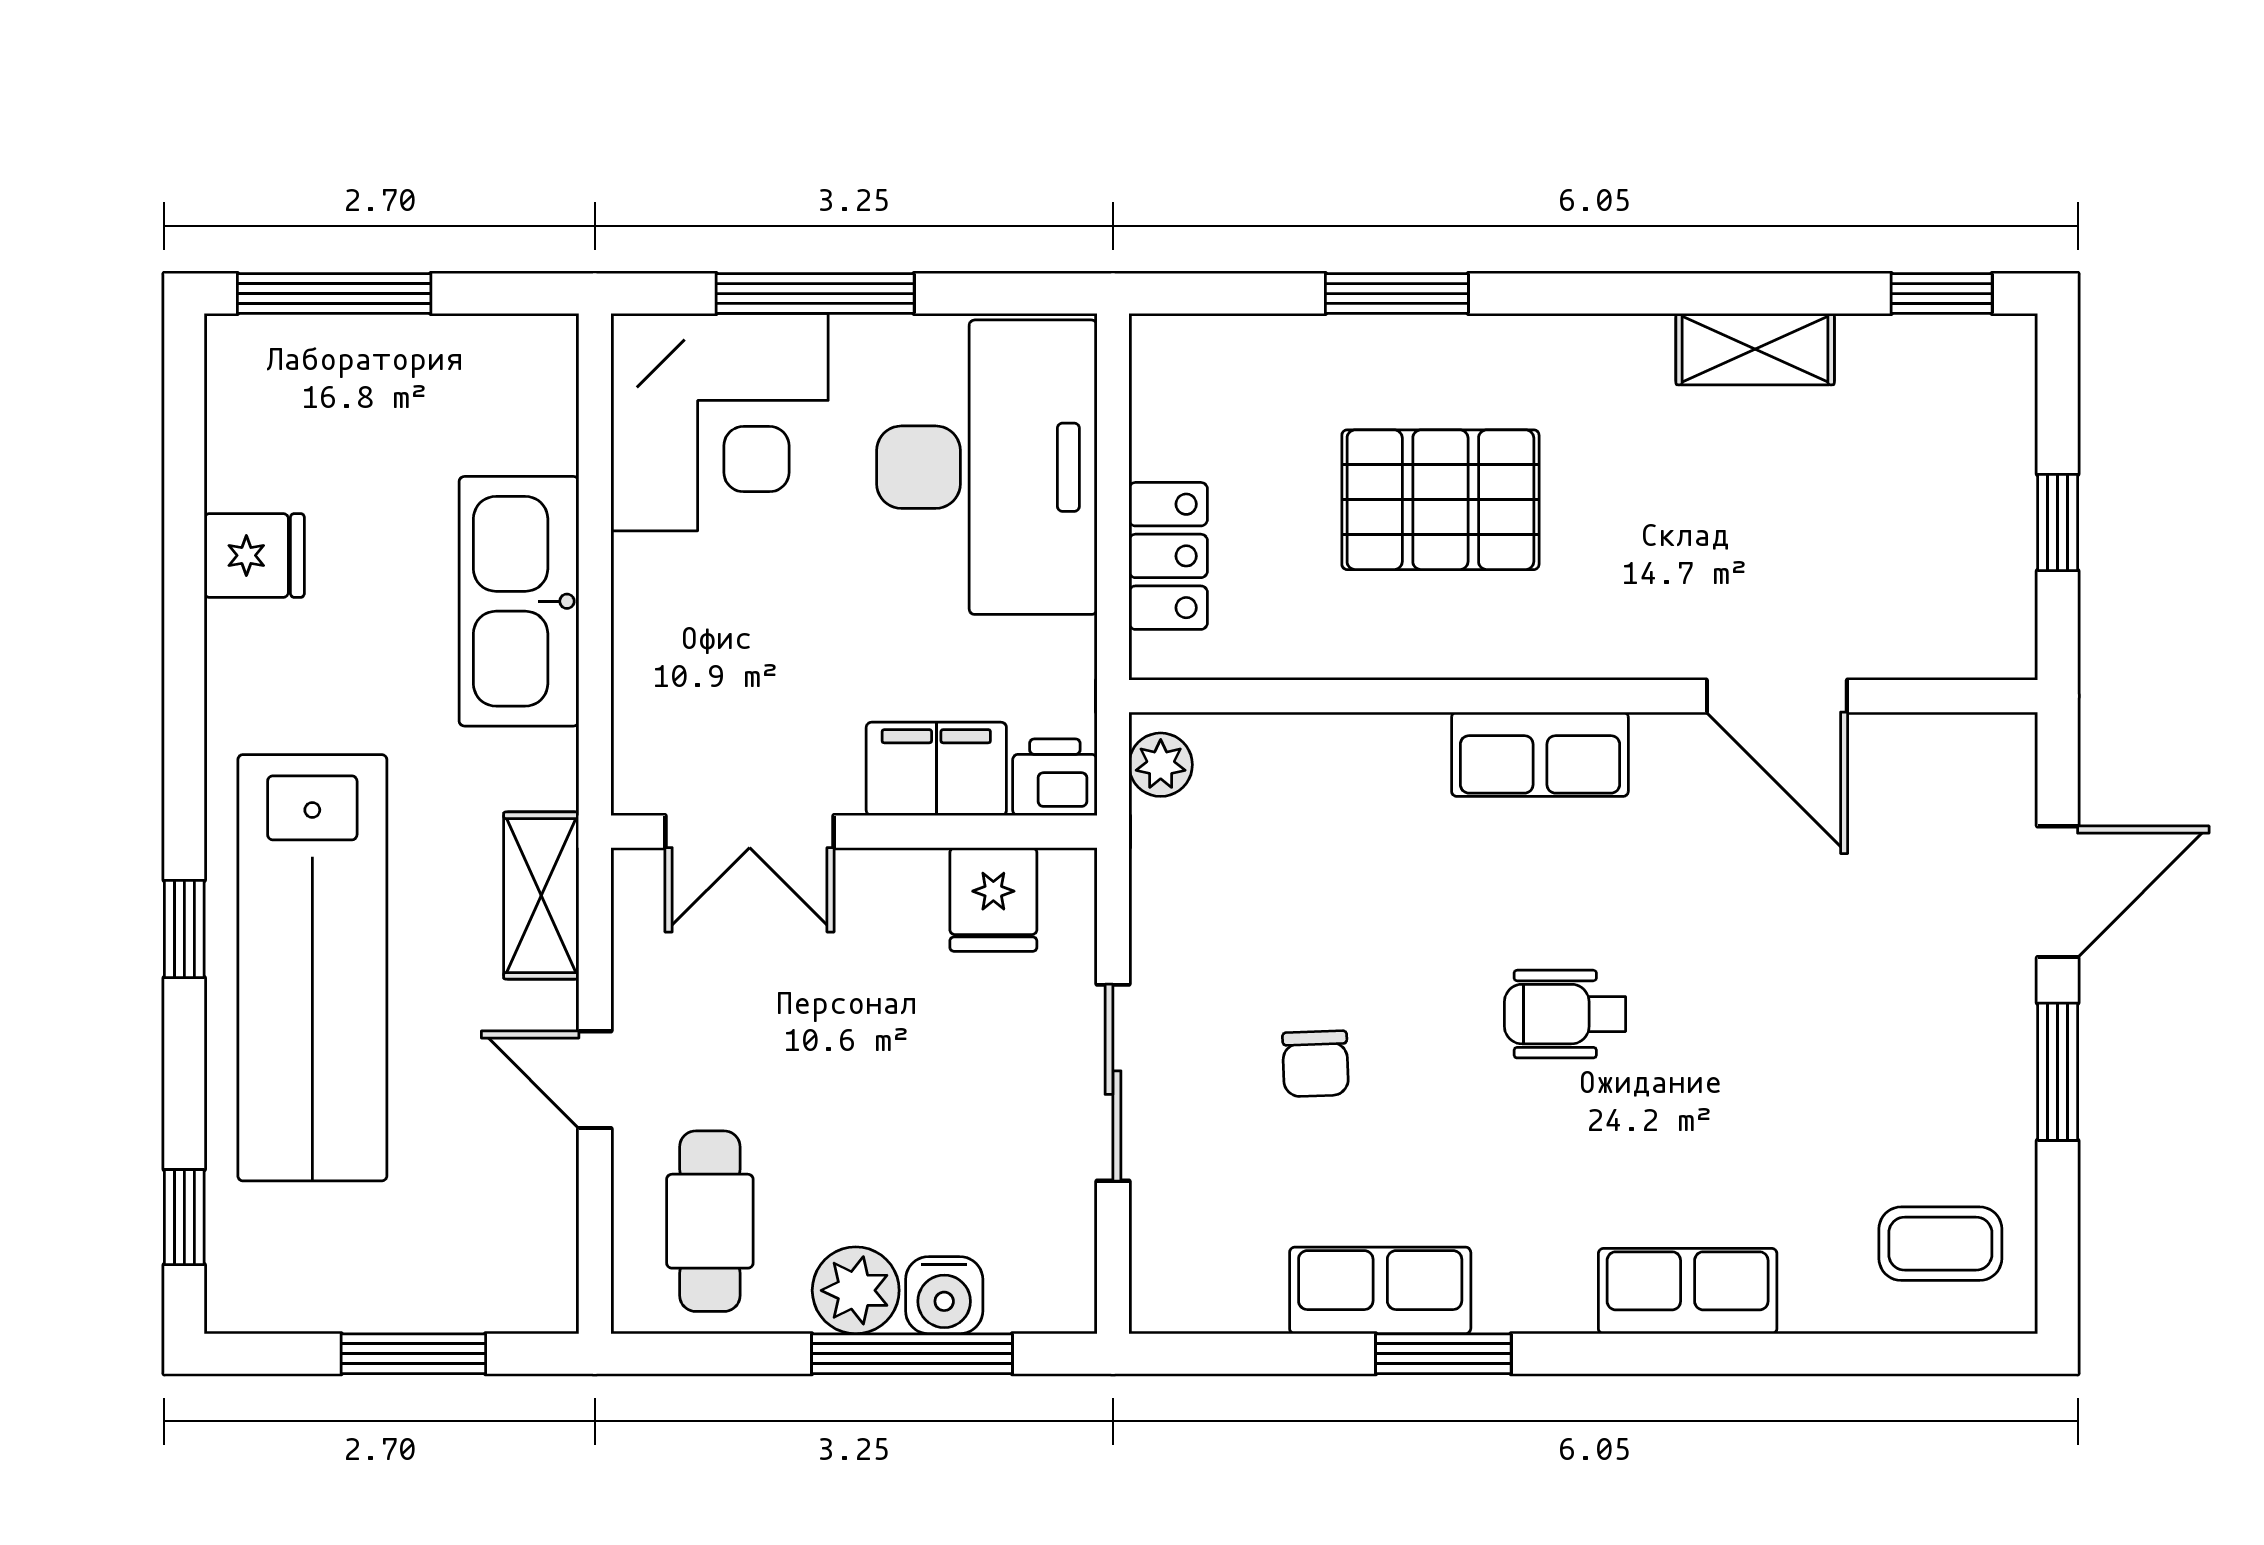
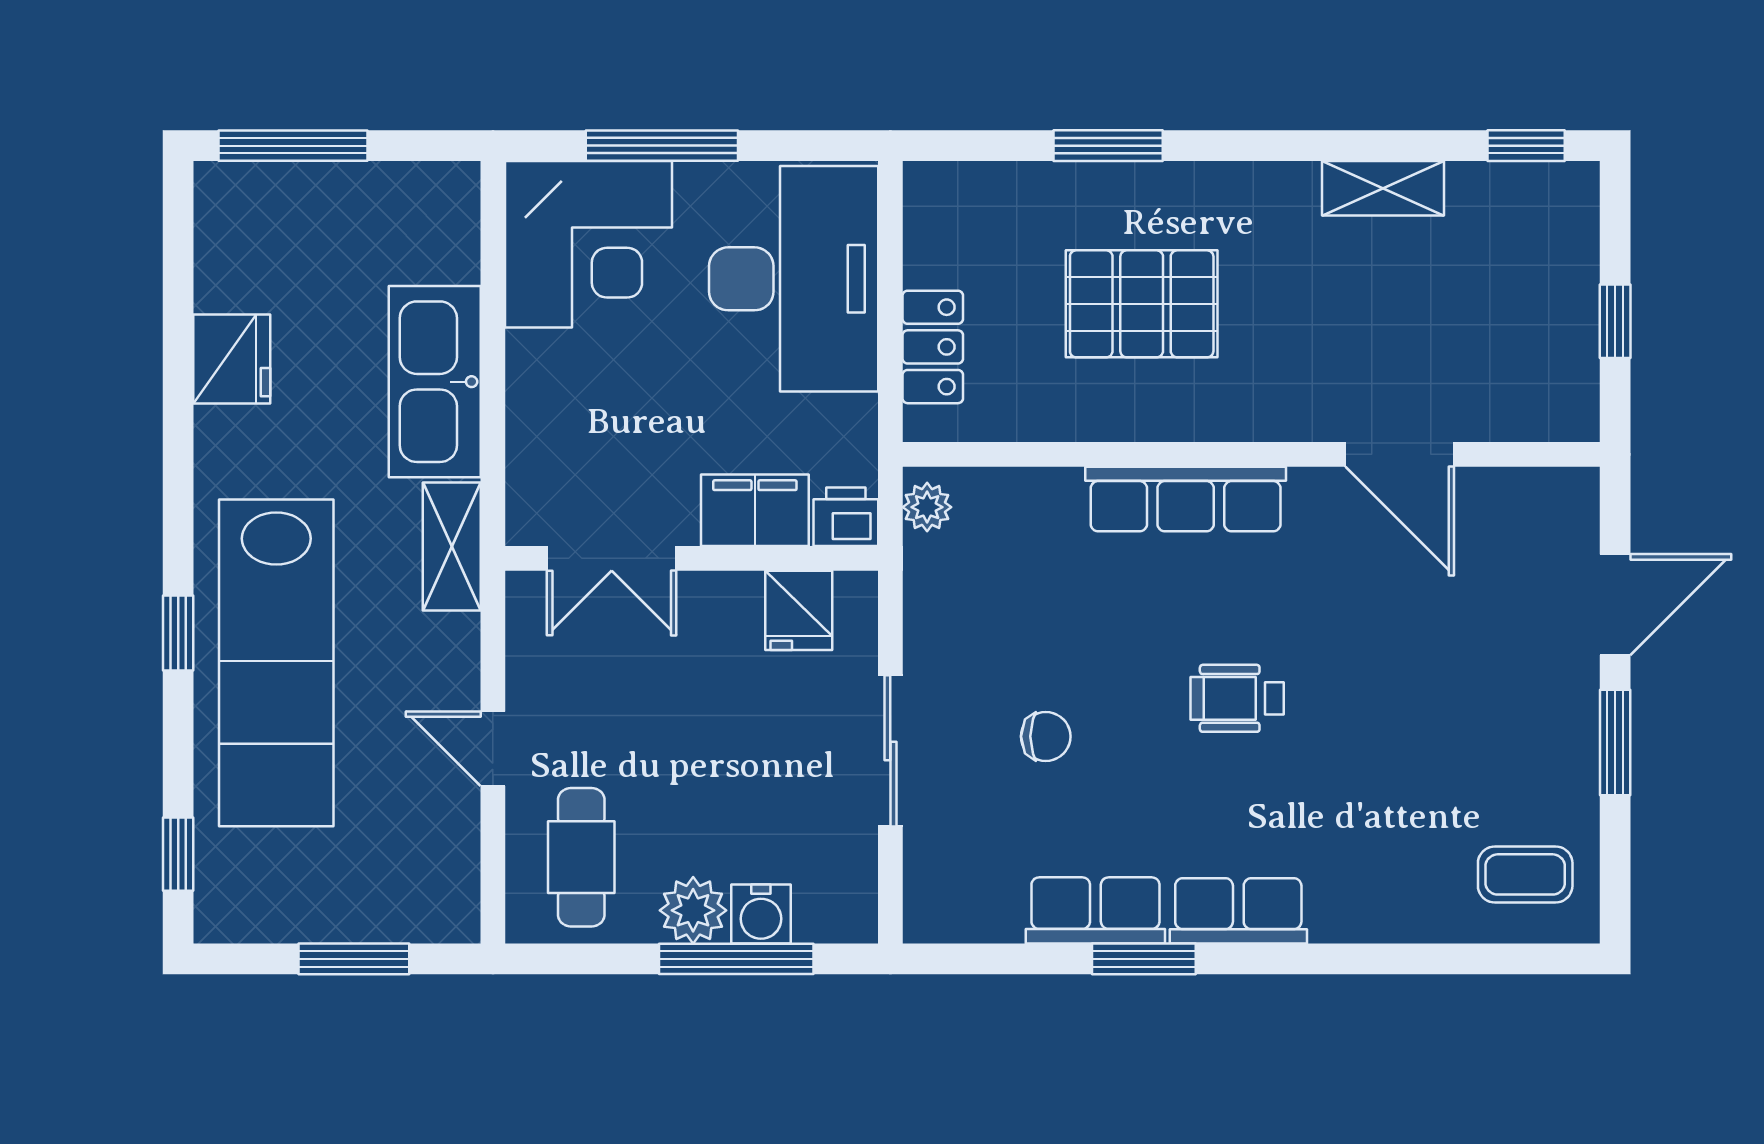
fridge: (254, 555) -> (232, 359), width x1.38
row of seats: (1540, 754) -> (1186, 499), width x1.48
shelving: (541, 896) -> (452, 546), moved
chair: (1315, 1064) -> (1046, 736), turned -88
row of seats: (1688, 1291) -> (1238, 911), moved

